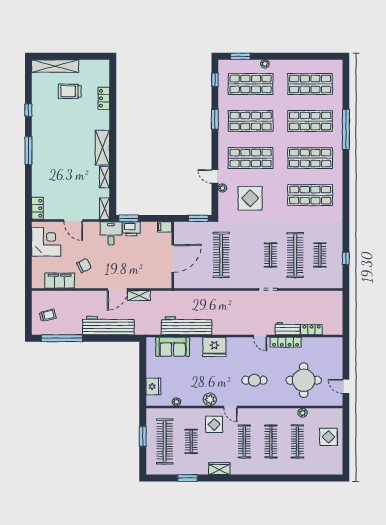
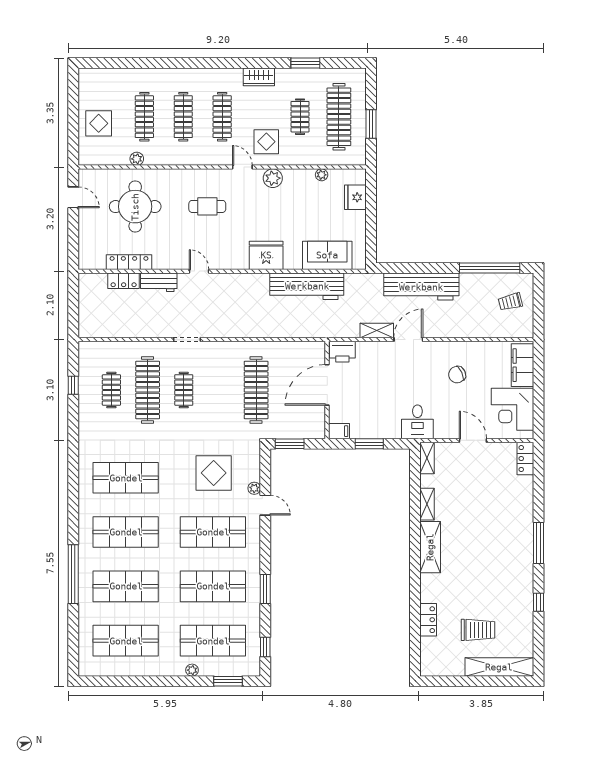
window: (129, 218) -> (369, 444), moved
printer: (131, 229) -> (342, 352), moved, turned 180
filing cabinet: (60, 281) -> (523, 365), moved, turned 90
locker: (286, 342) -> (129, 262), moved

